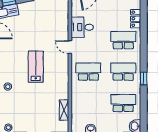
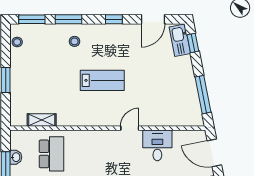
school desk: (88, 72) -> (51, 154), moved

